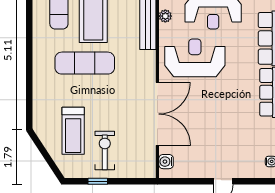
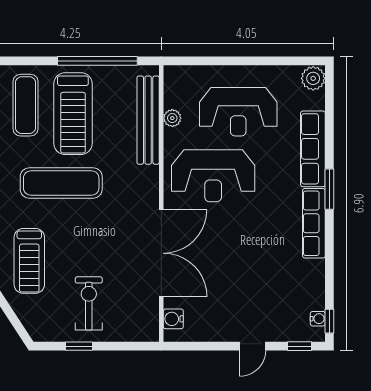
reception desk: (195, 58) -> (213, 176), turned 180
treadmill: (73, 131) -> (29, 261), moved
window: (258, 181) -> (300, 346), added

